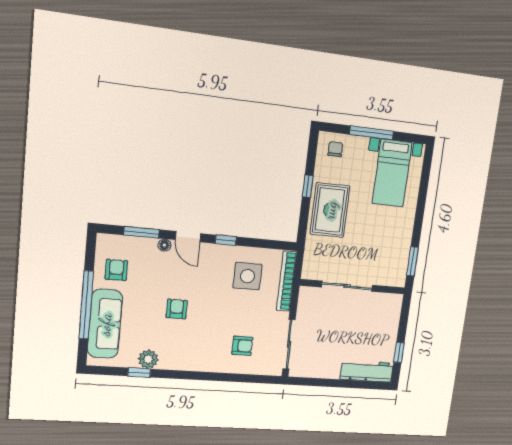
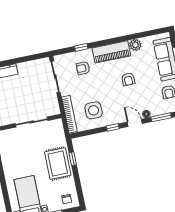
window: (308, 186) -> (73, 159), moved
piano: (190, 359) -> (111, 52), added
window: (139, 373) -> (81, 47), moved

